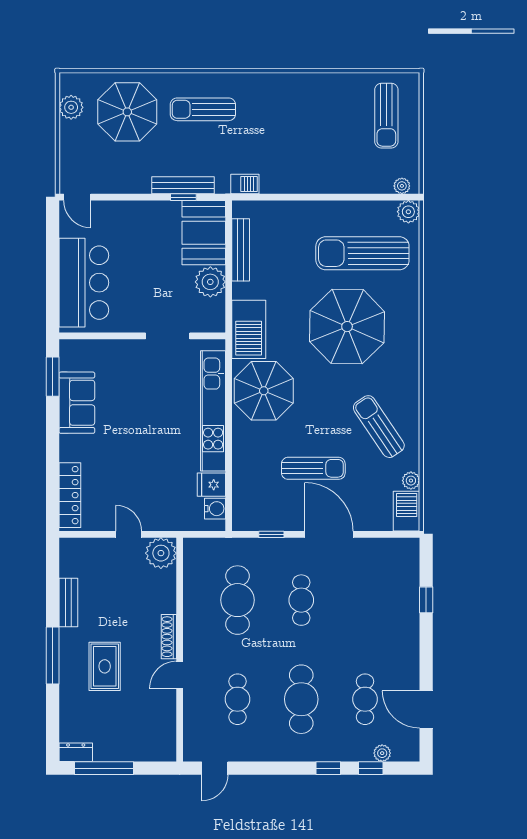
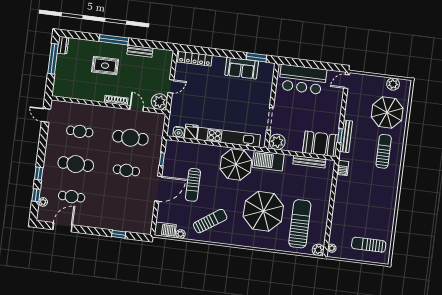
plant: (210, 282) -> (277, 142), moved
door: (180, 675) -> (137, 108), moved

